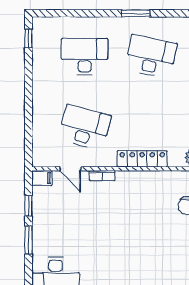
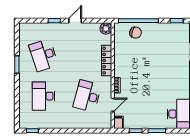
desk: (151, 56) -> (44, 55), turned -30

